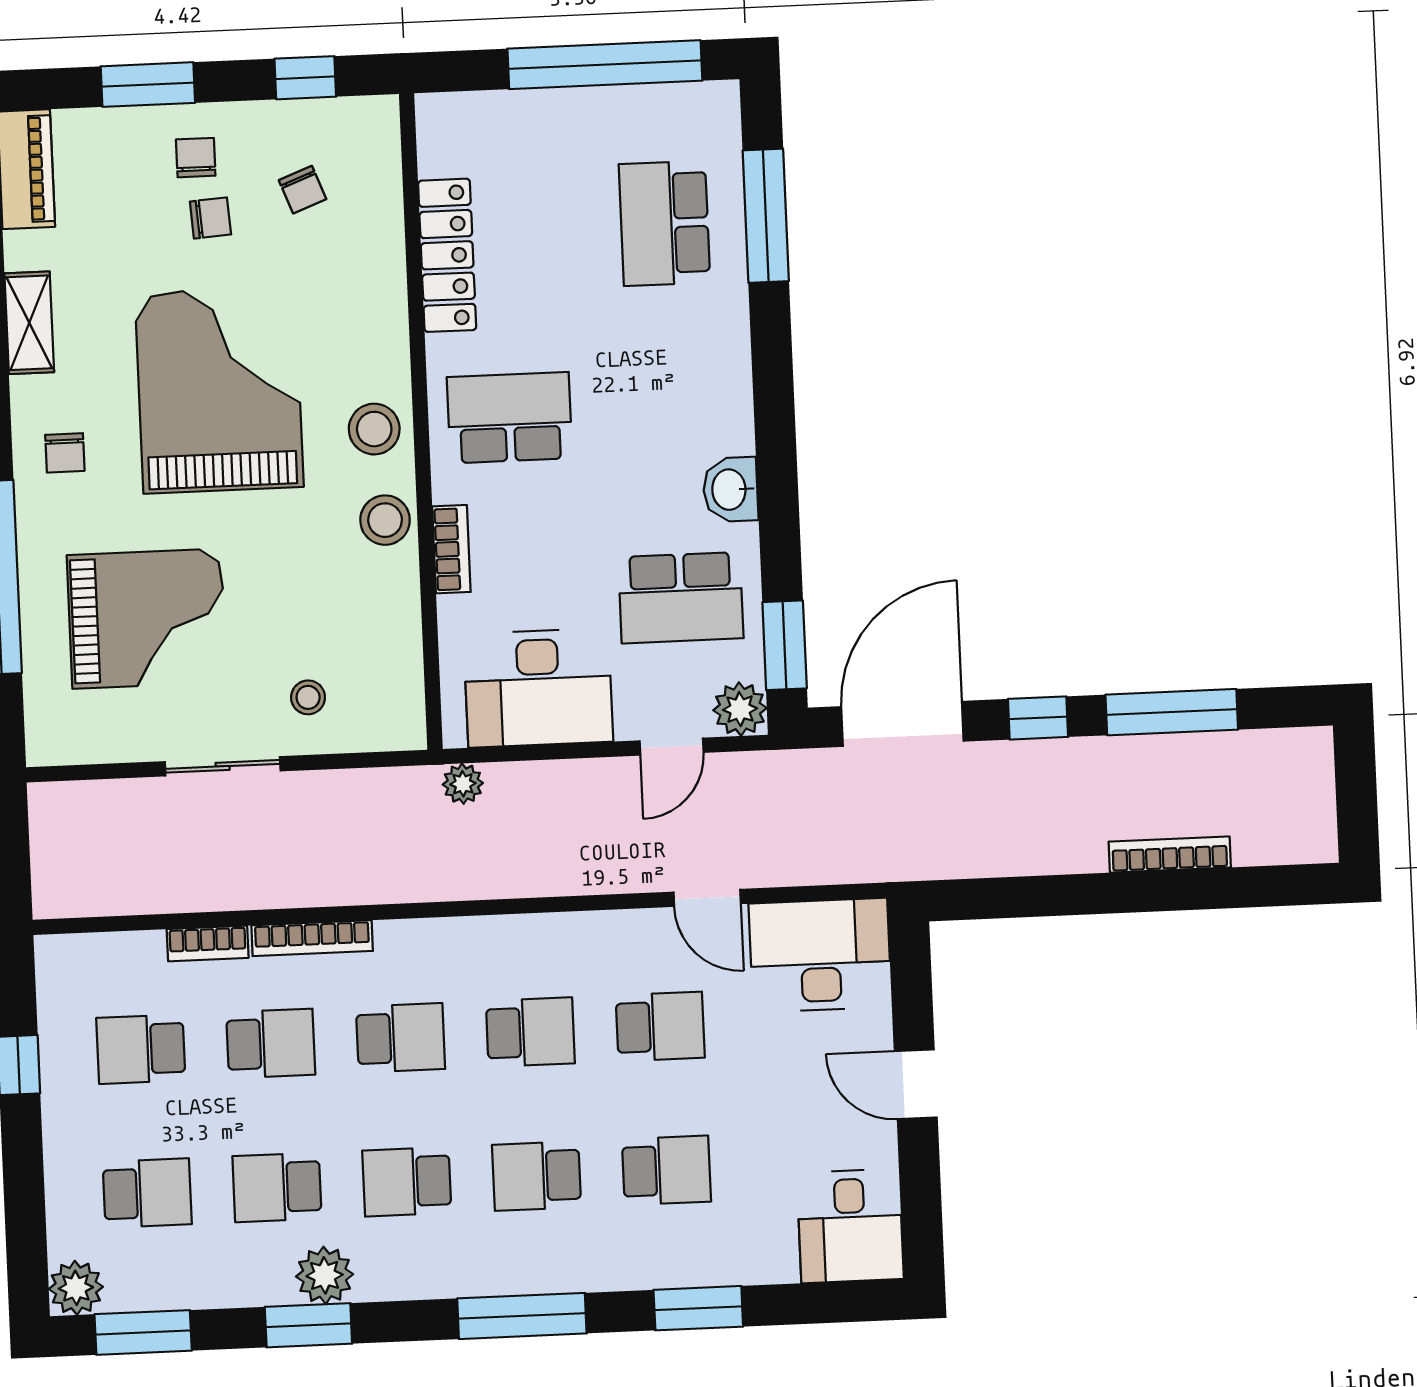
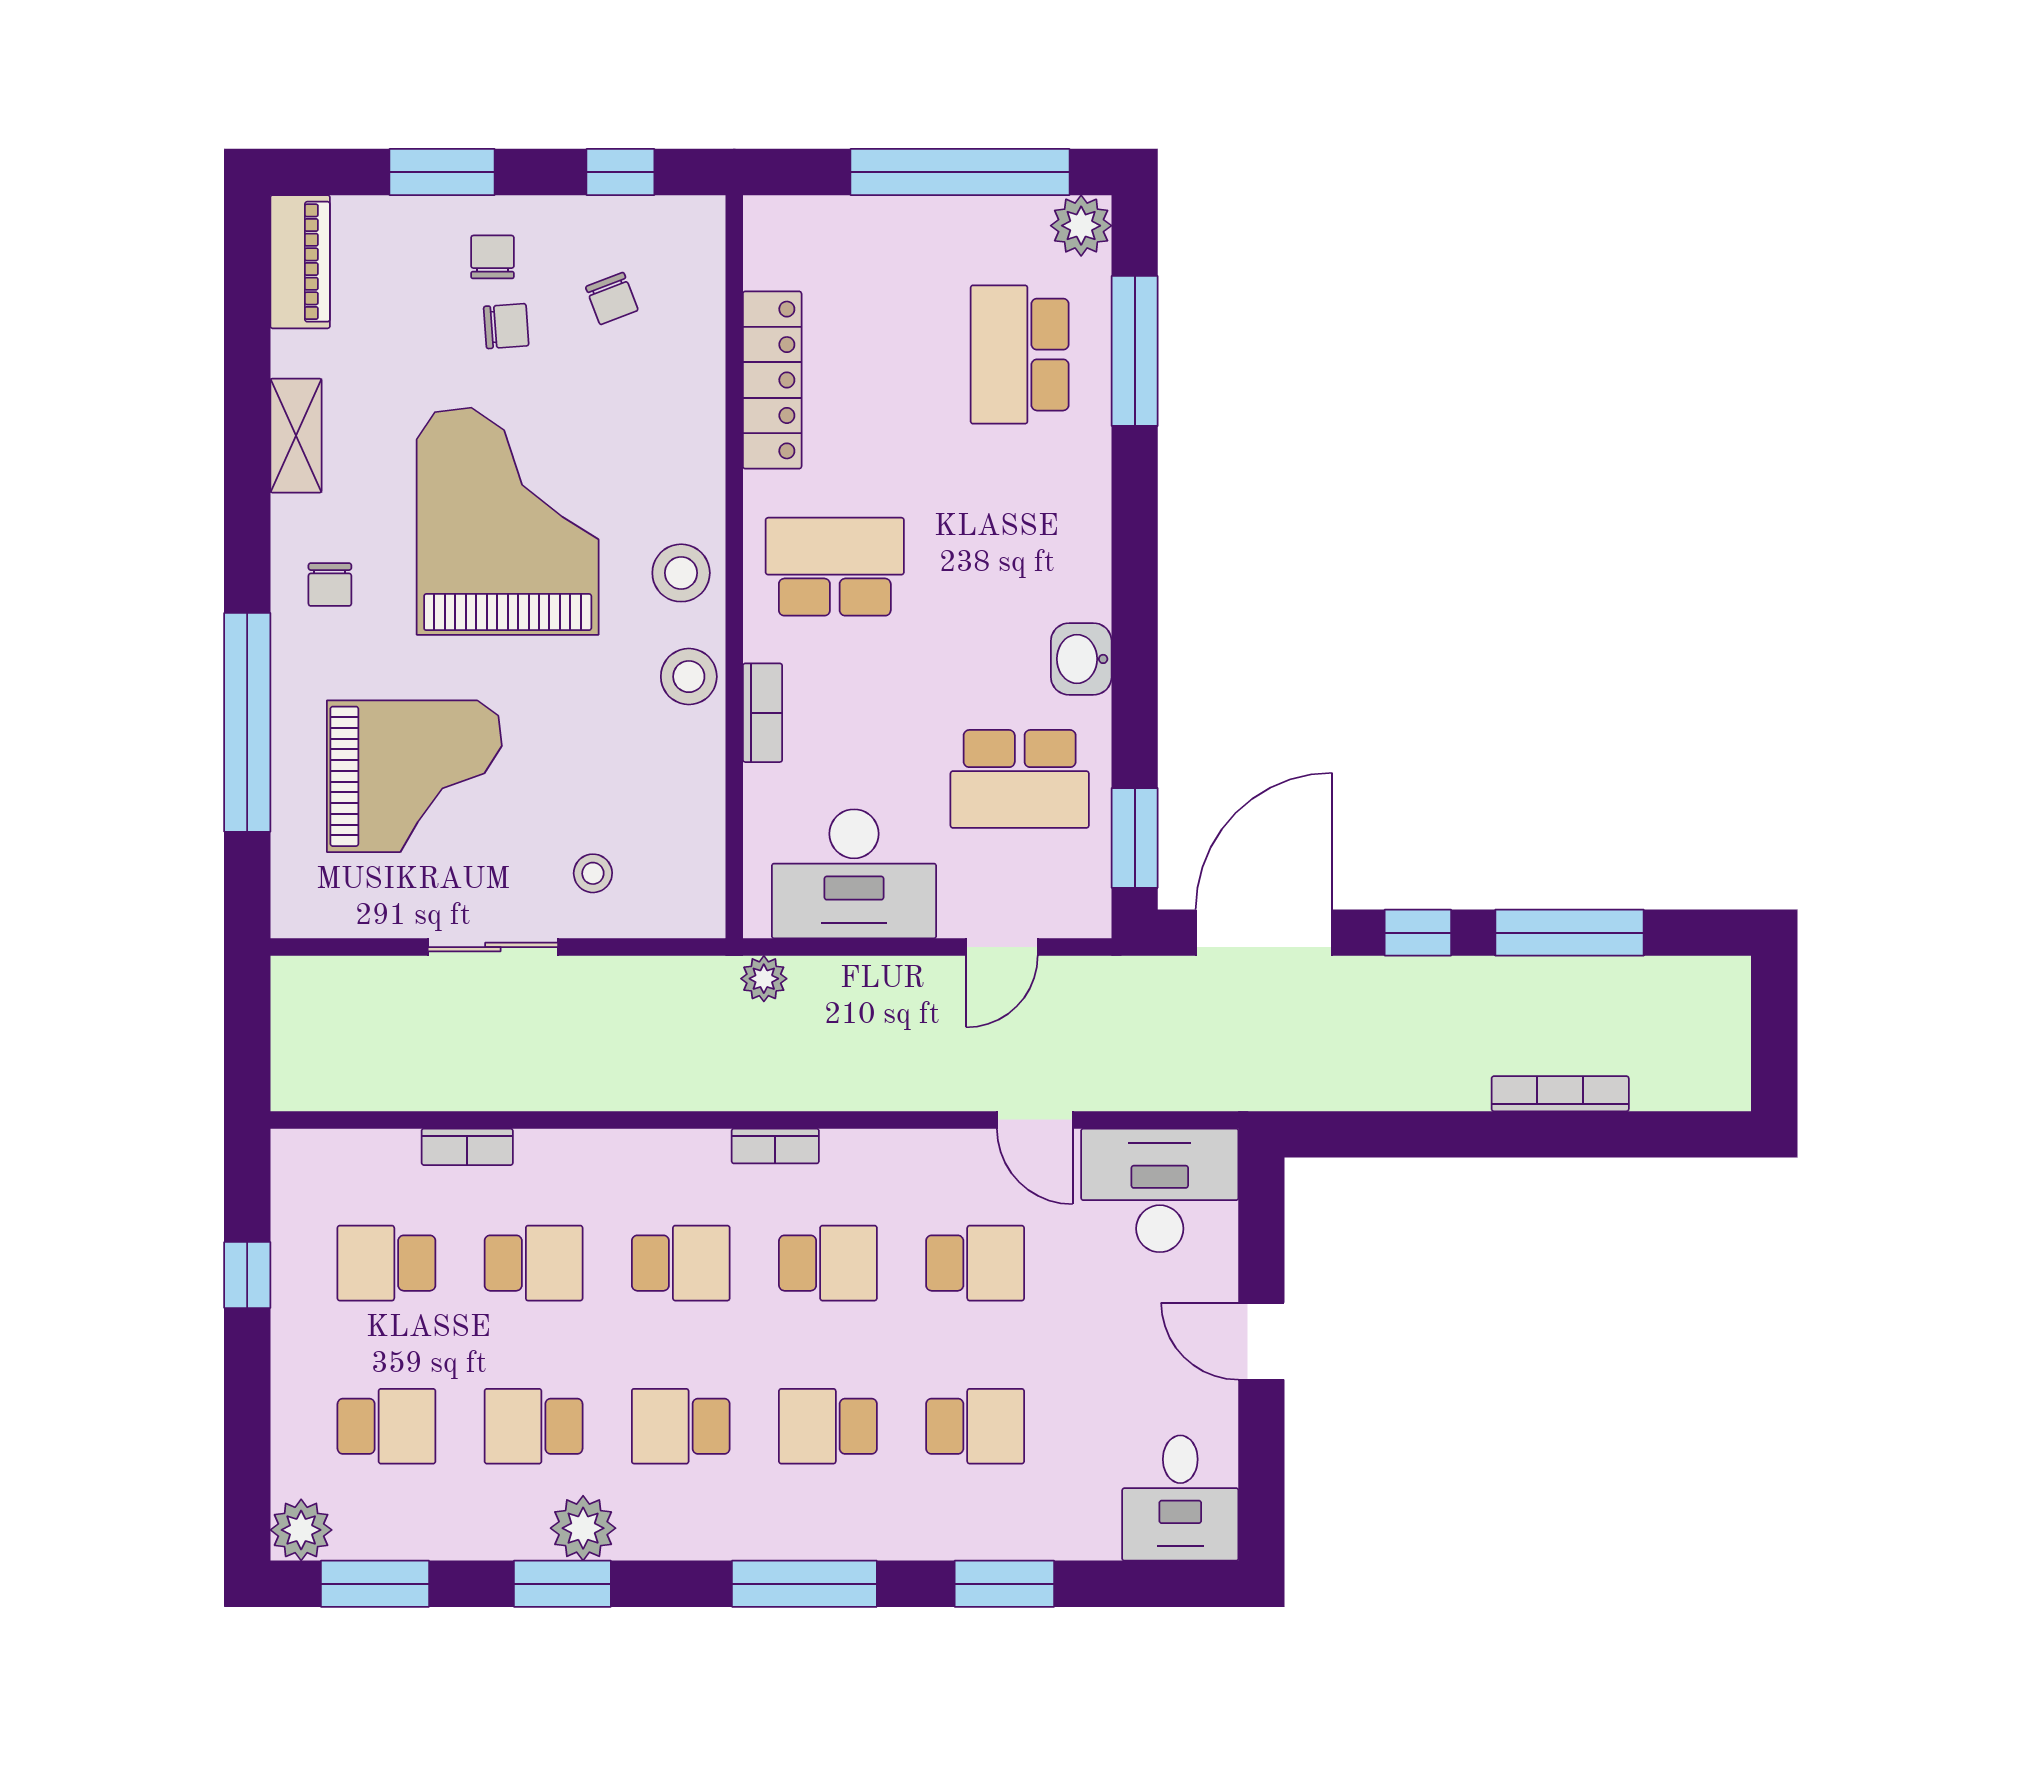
plant: (740, 709) -> (1081, 226), moved
bookcase: (312, 938) -> (775, 1146), moved, width x0.64

